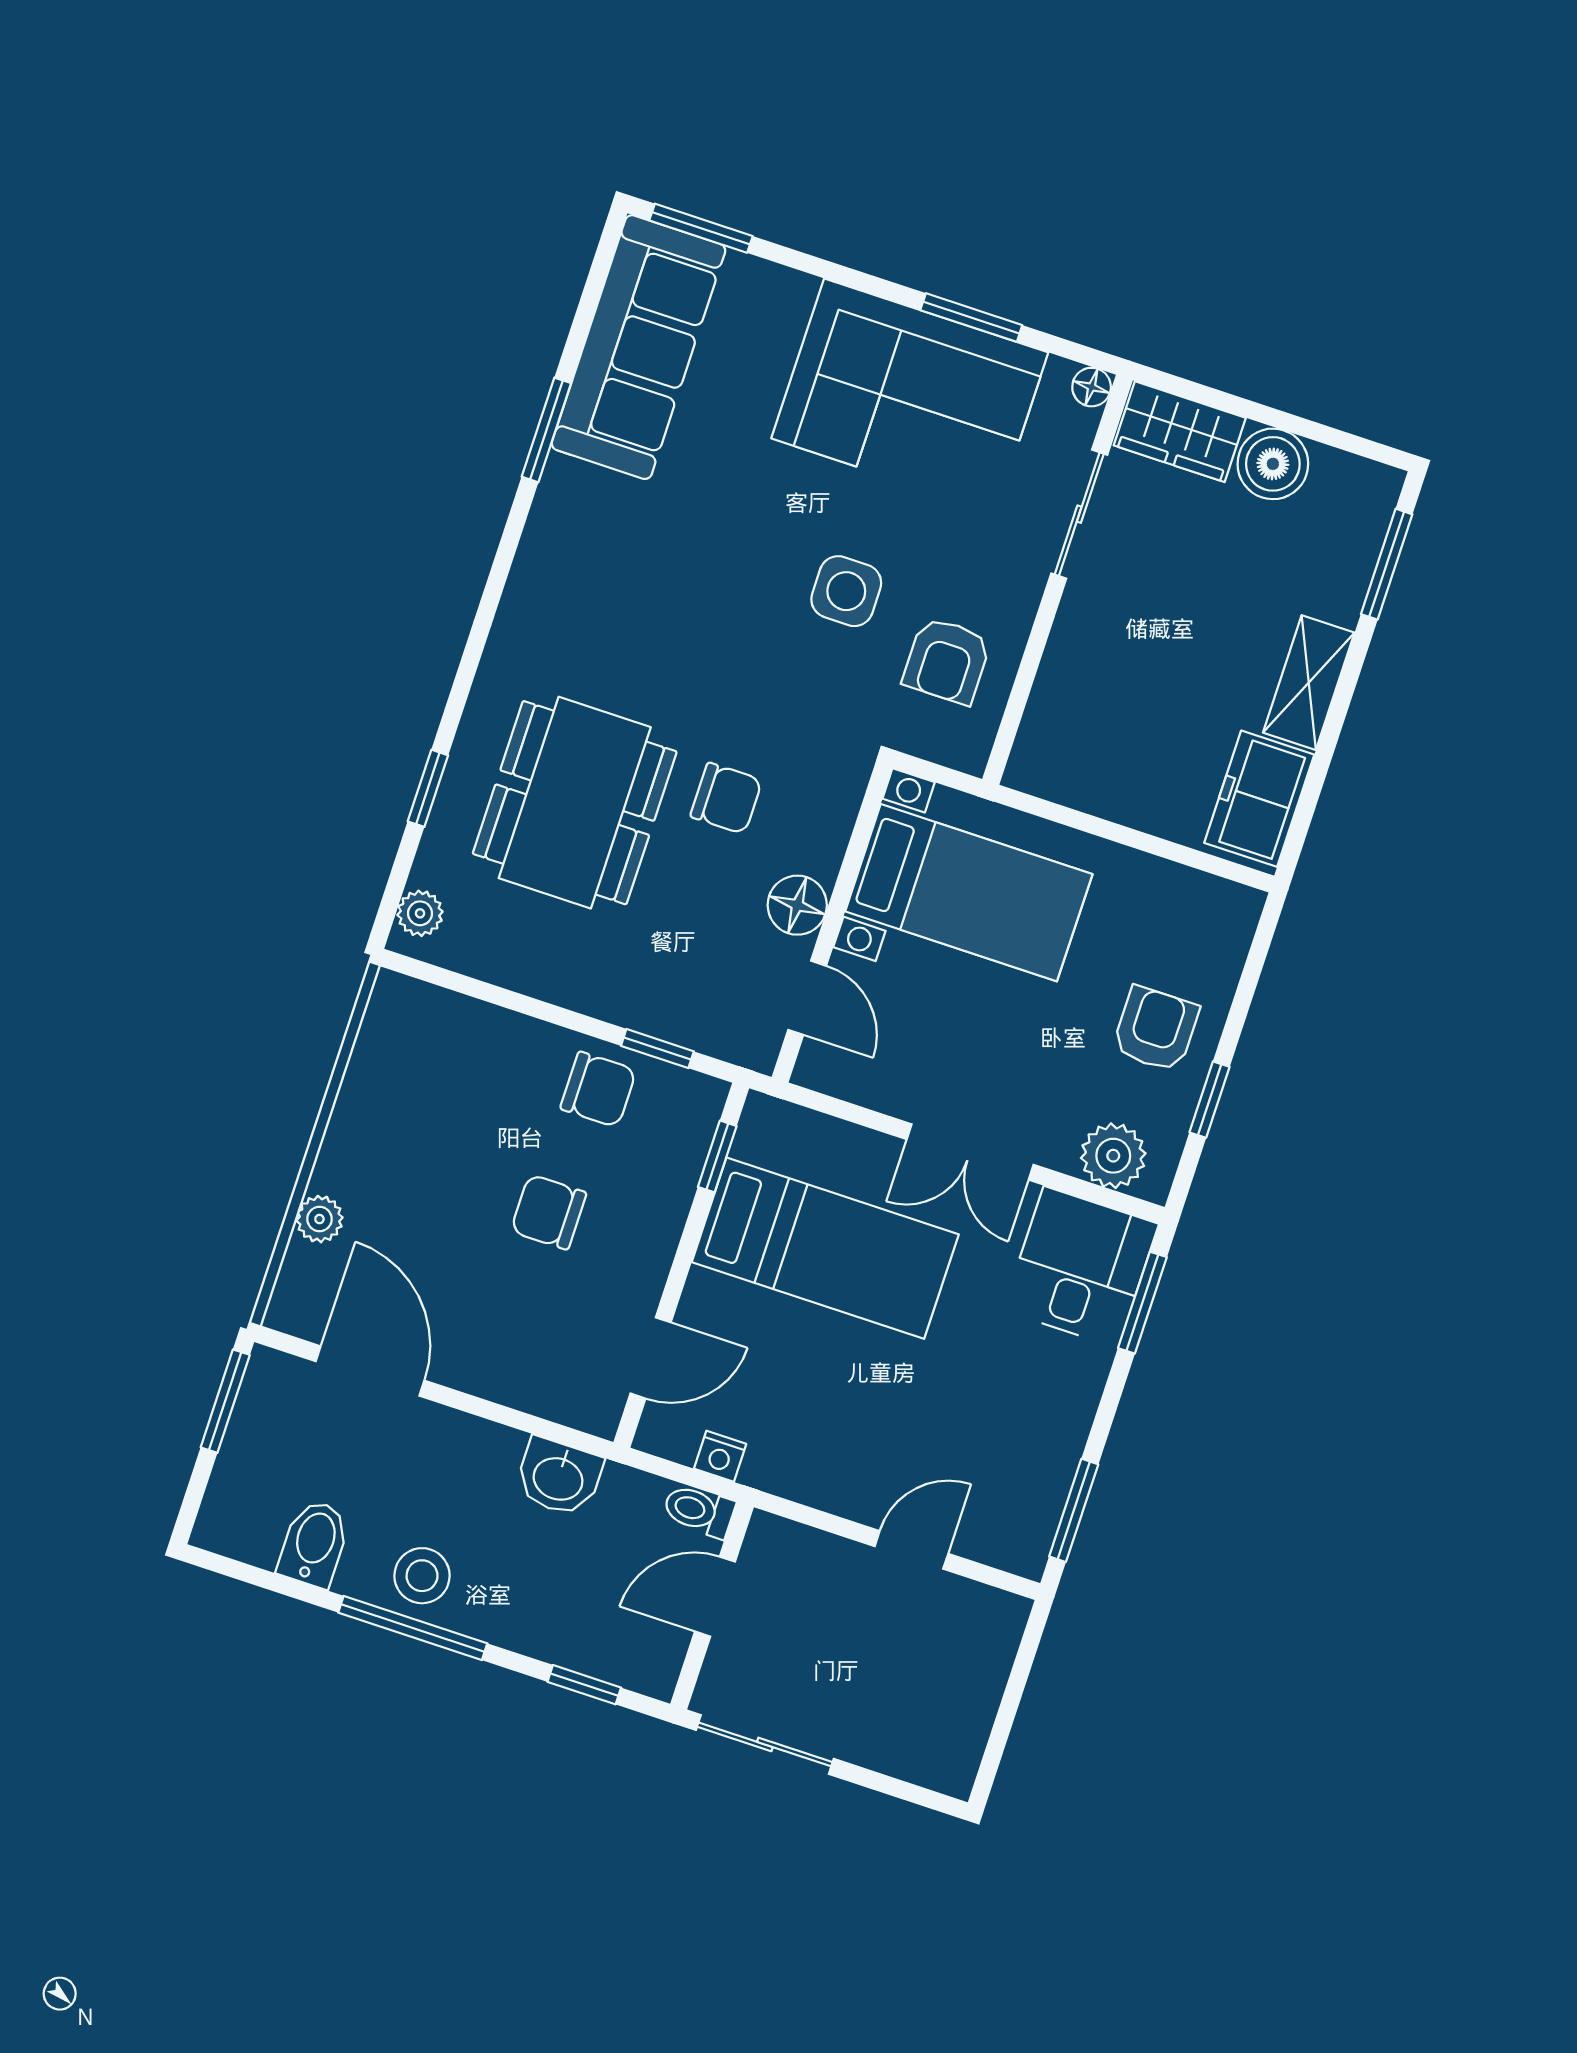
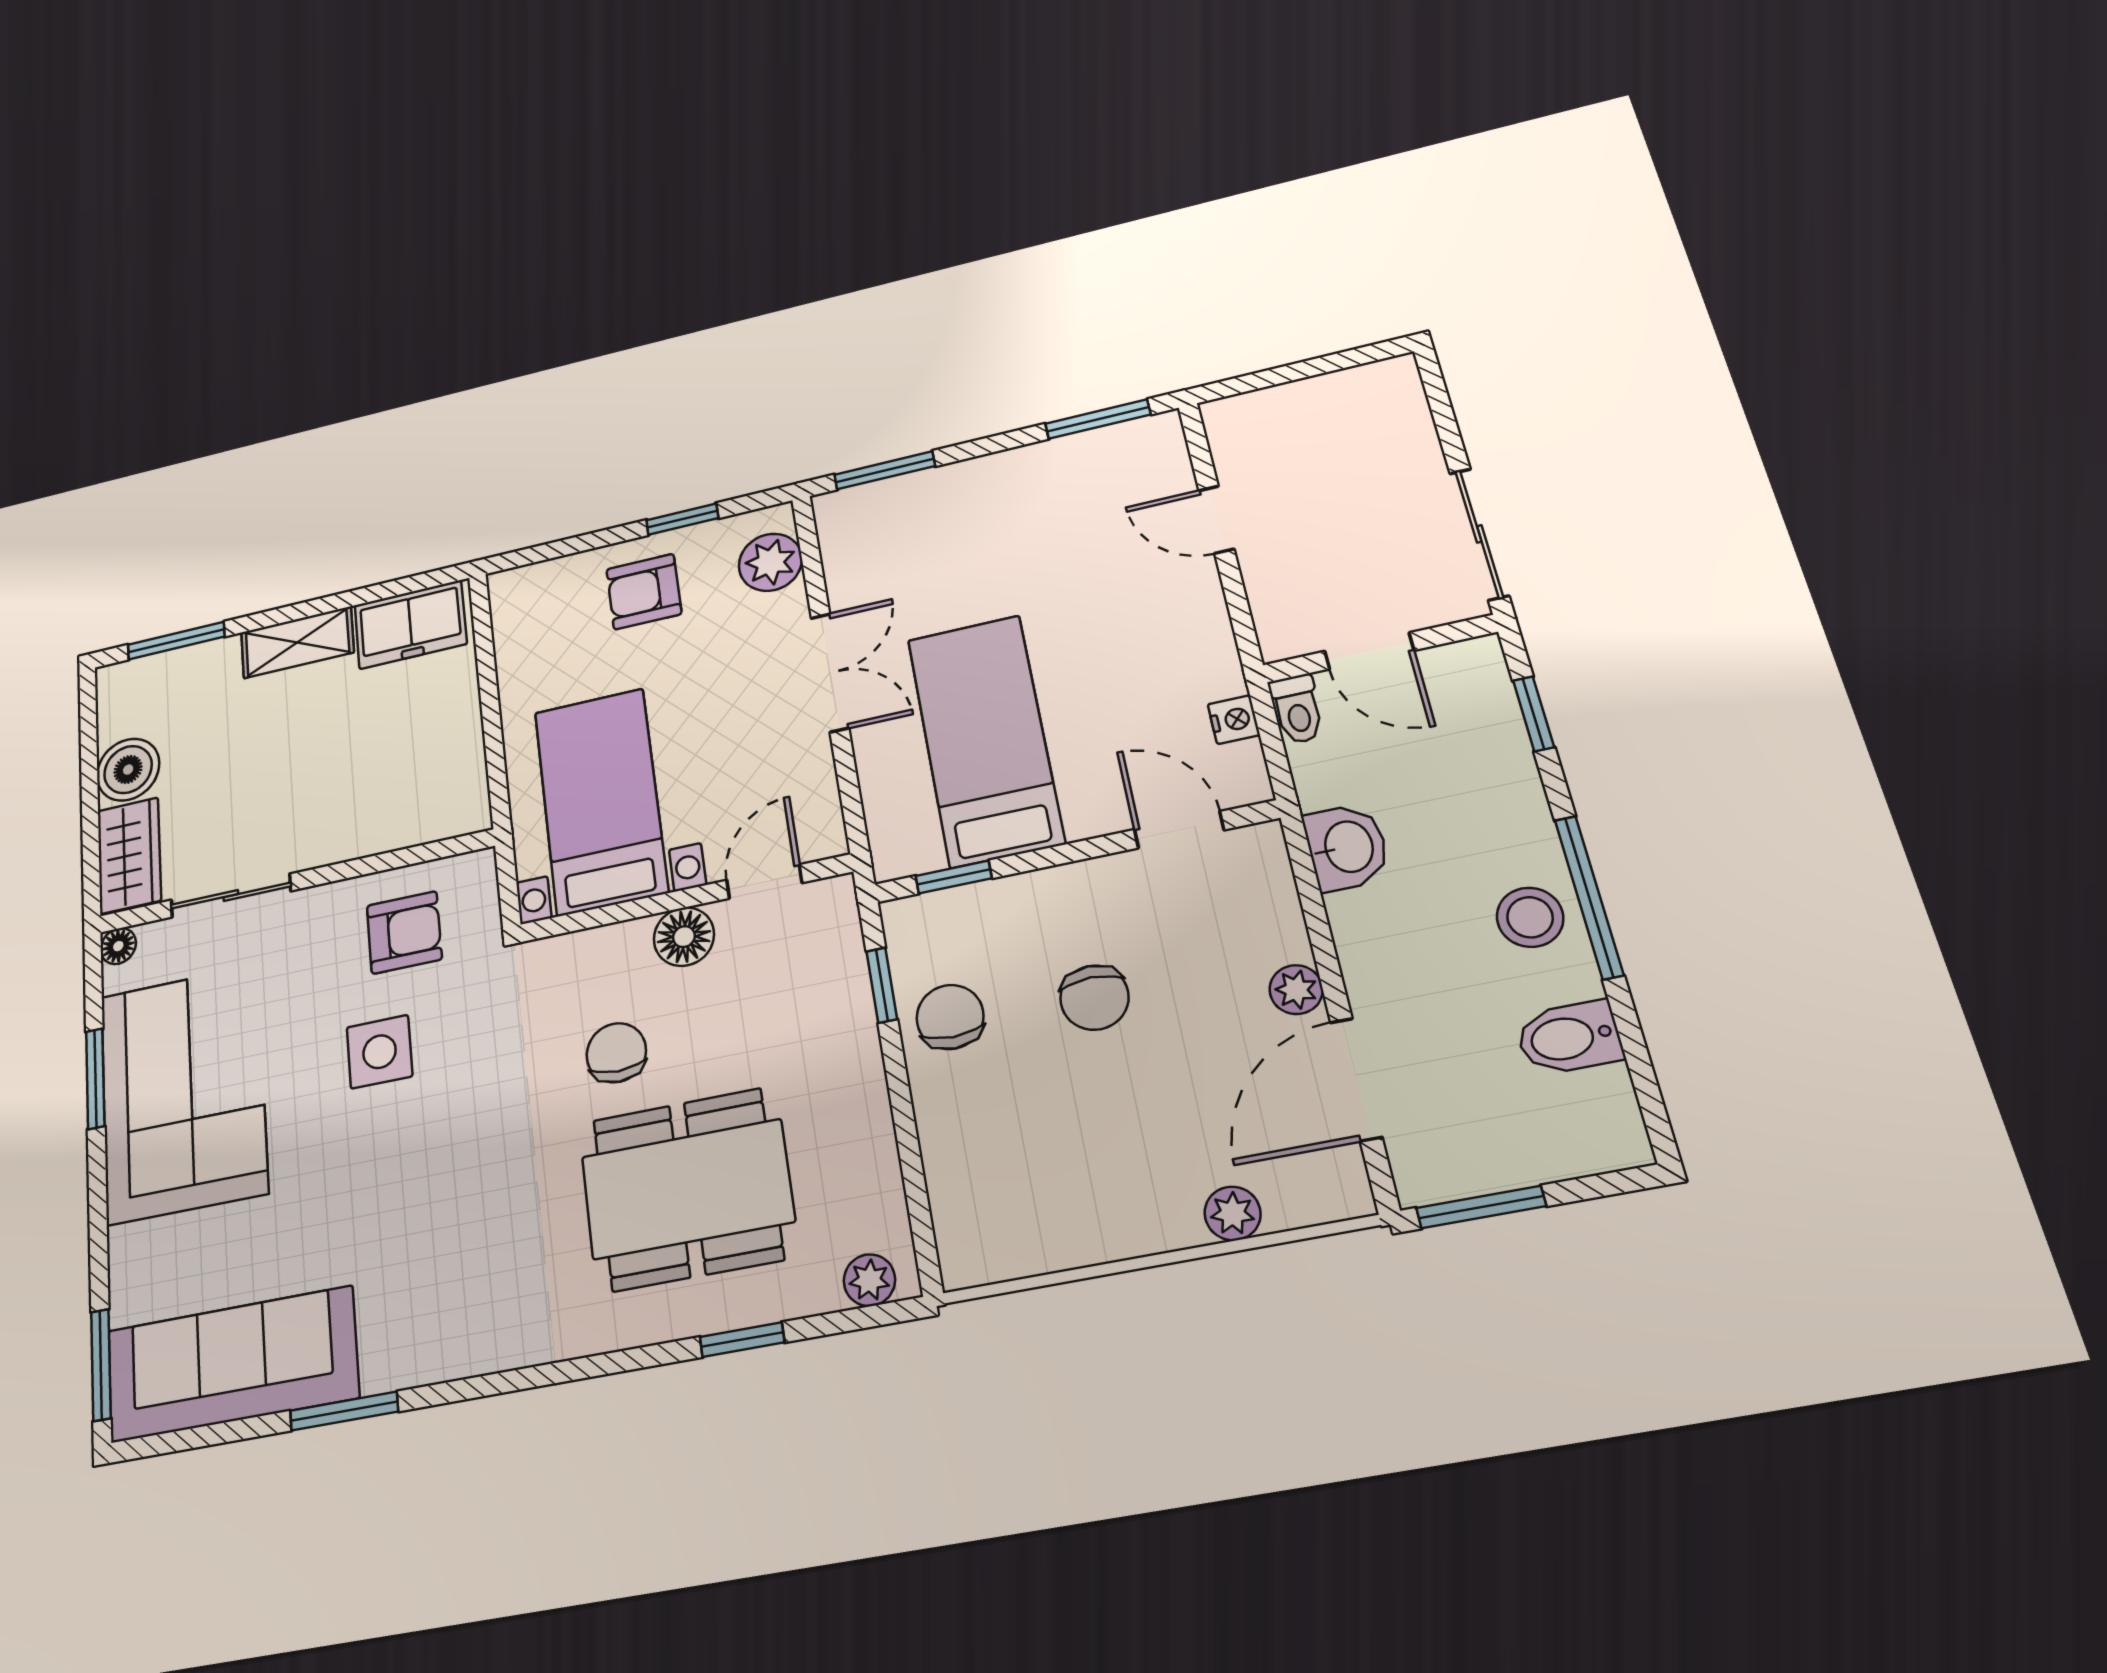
desk: (1081, 1267) -> (881, 532), removed
plant: (466, 1369) -> (1296, 990), added

